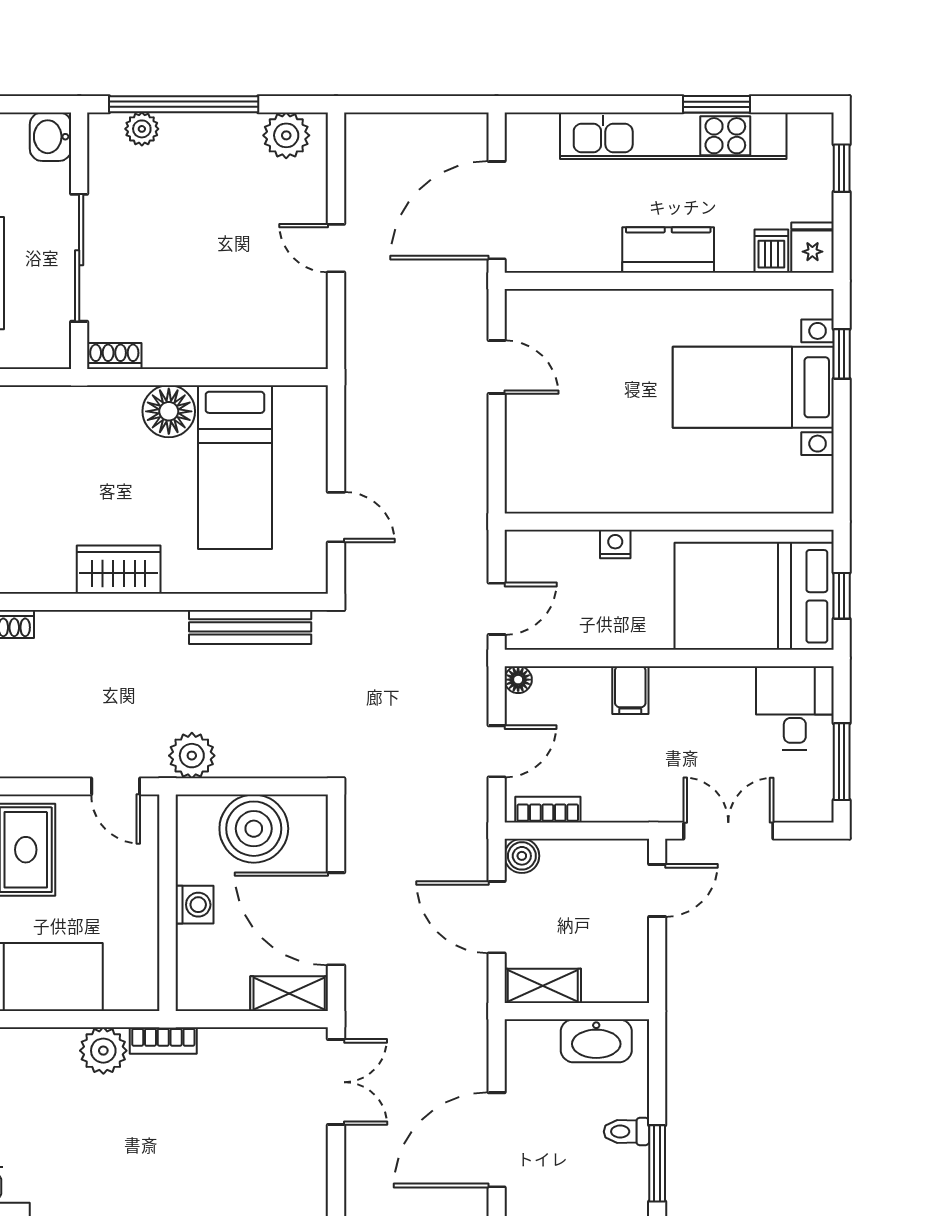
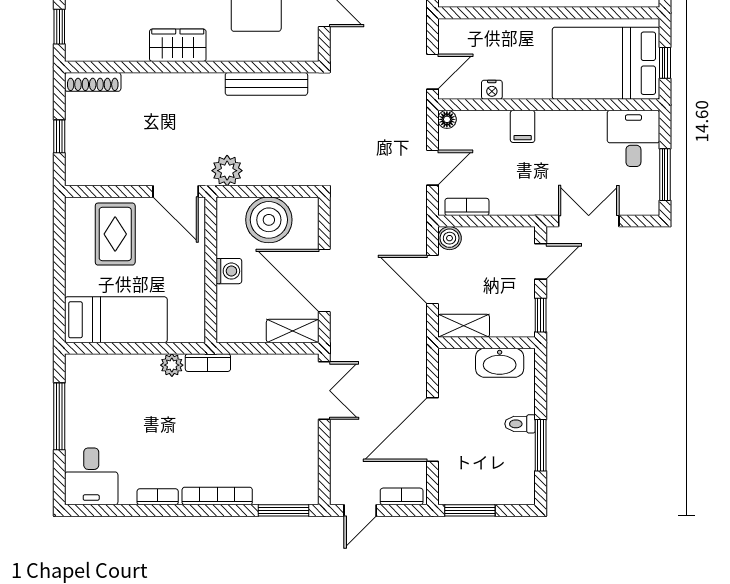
nightstand: (615, 544) -> (492, 90), moved, turned 180
door: (116, 786) -> (176, 191), width x1.38
window: (657, 970) -> (541, 315), added
plant: (103, 1051) -> (172, 365), width x0.73, depth x0.73

